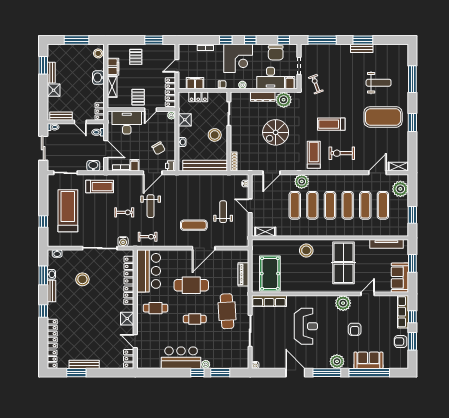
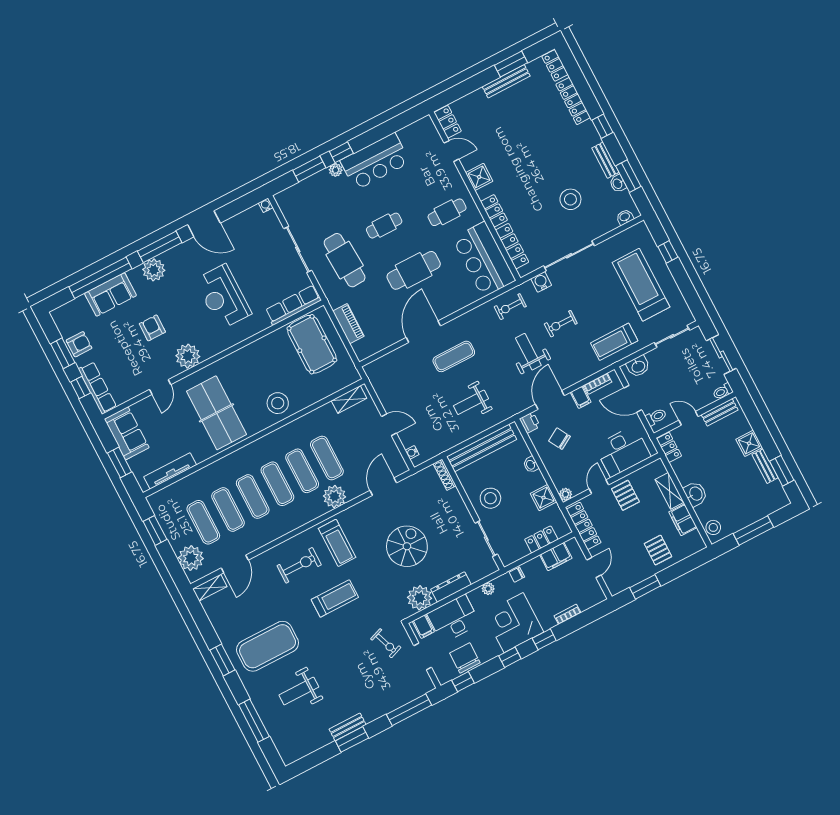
treadmill: (68, 211) -> (641, 285), turned 180
weight bench: (223, 212) -> (471, 402), moved, turned 90

